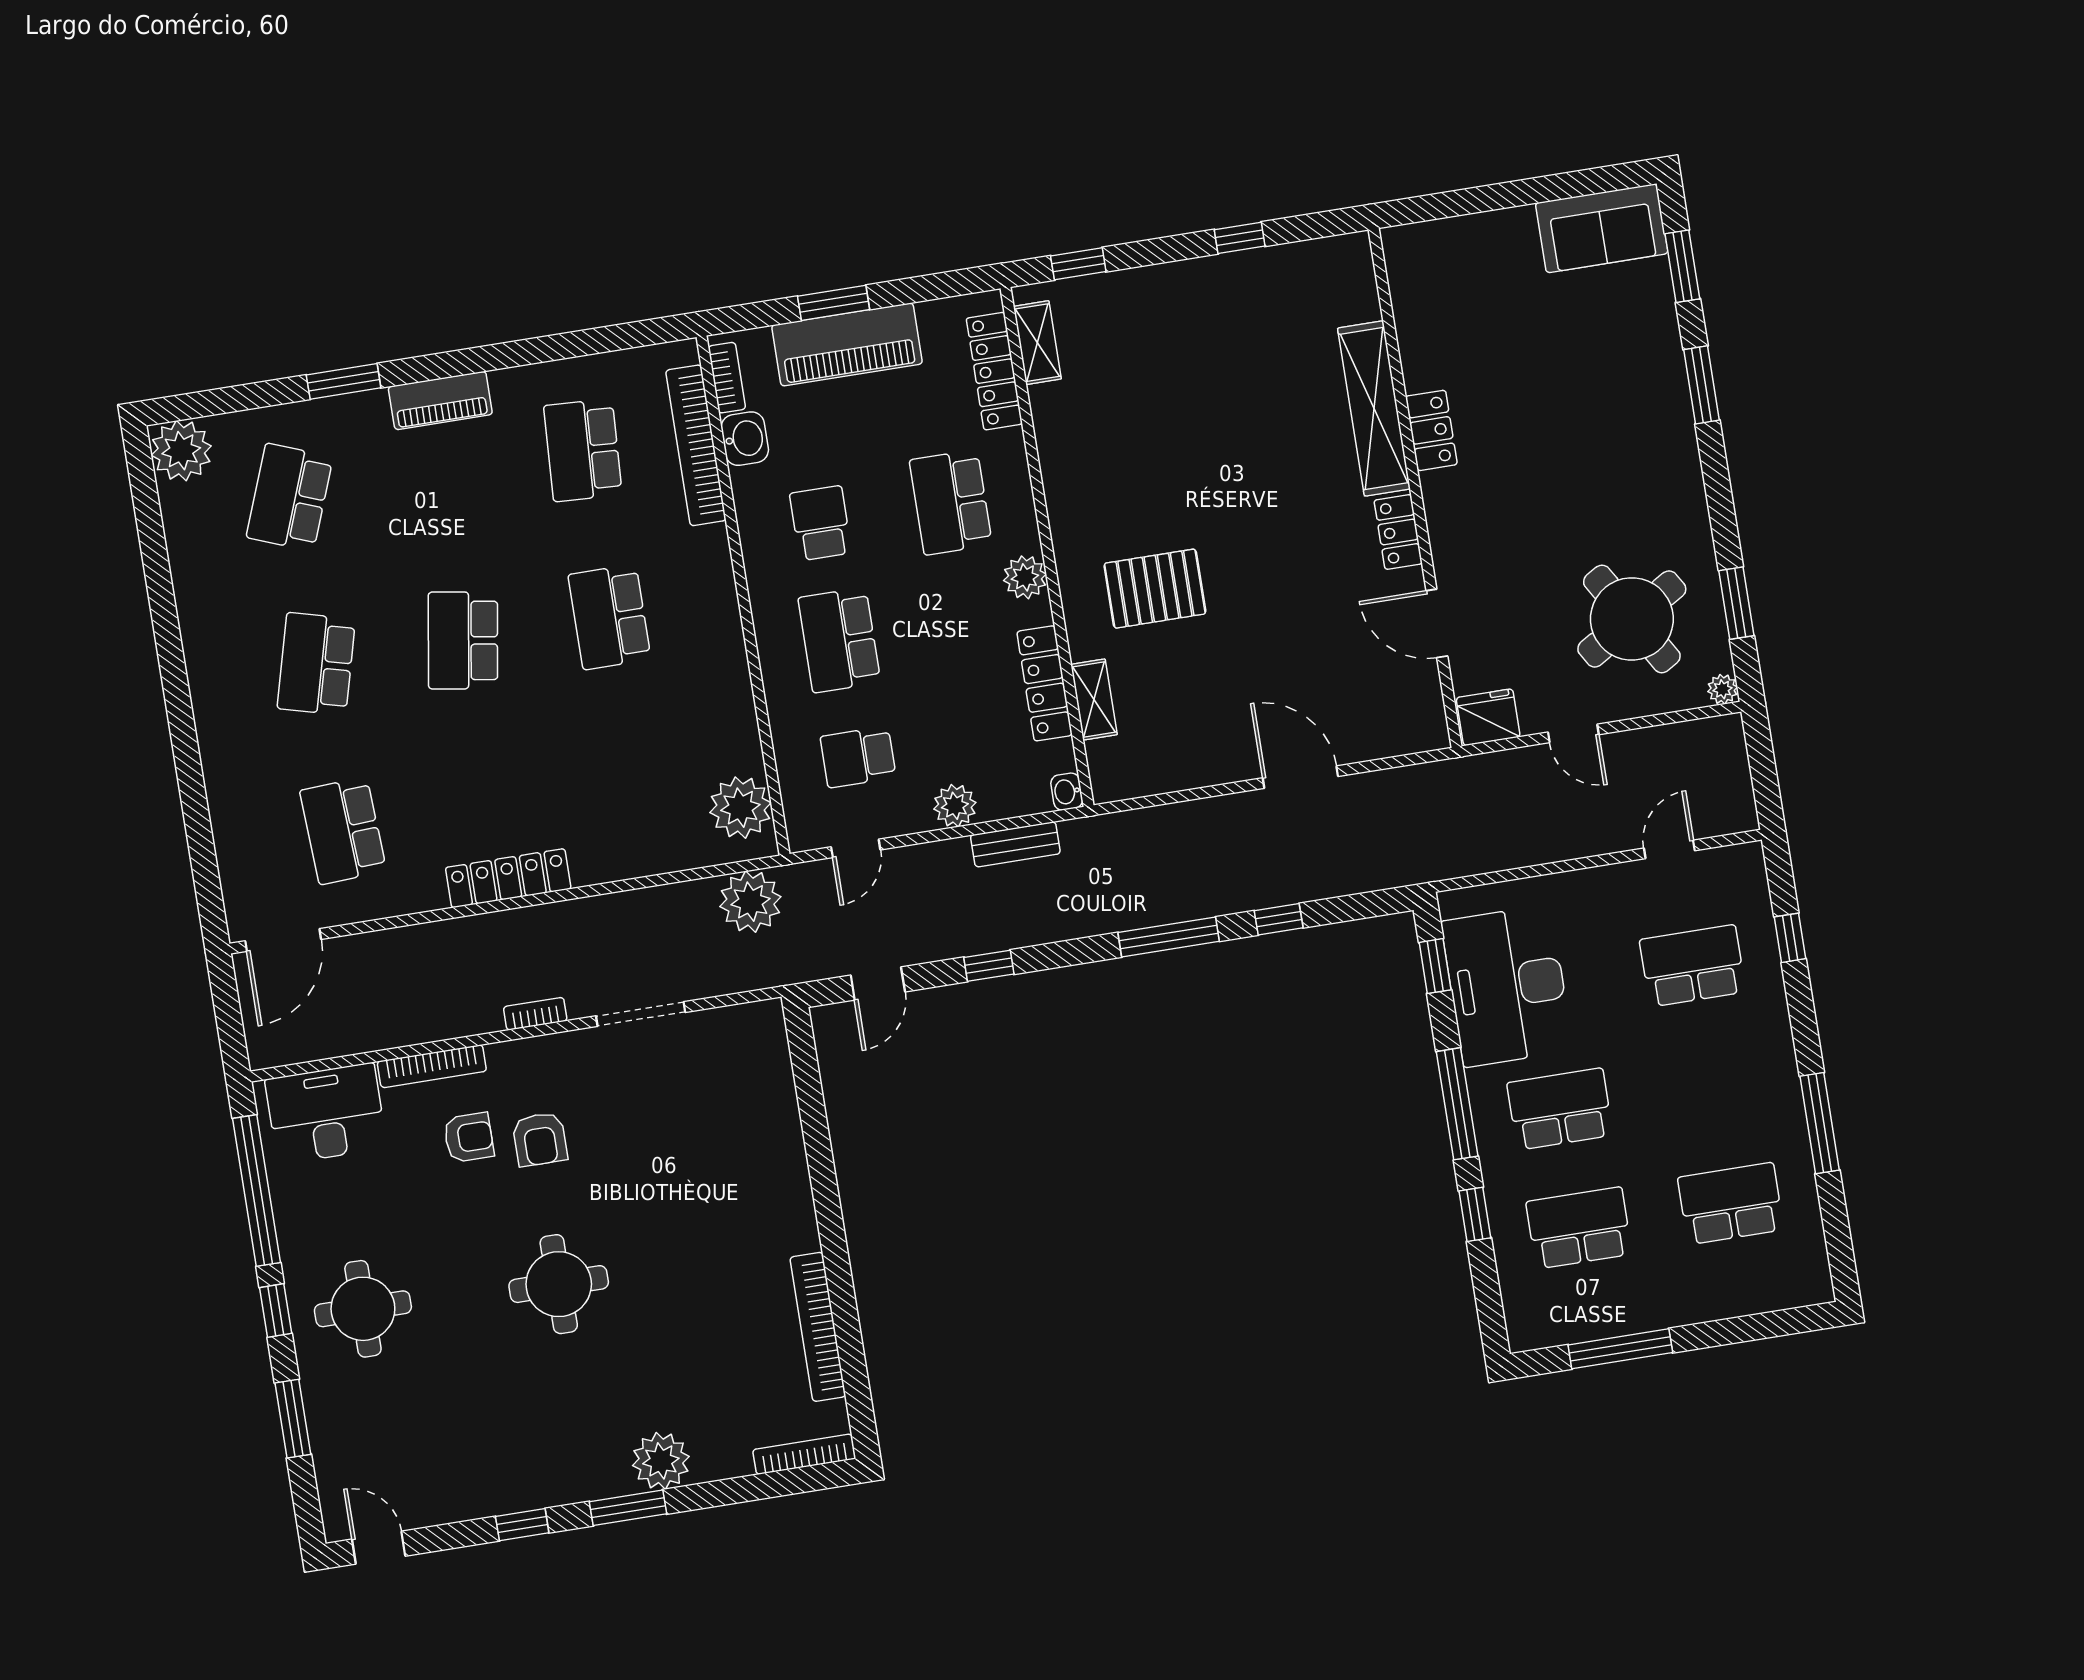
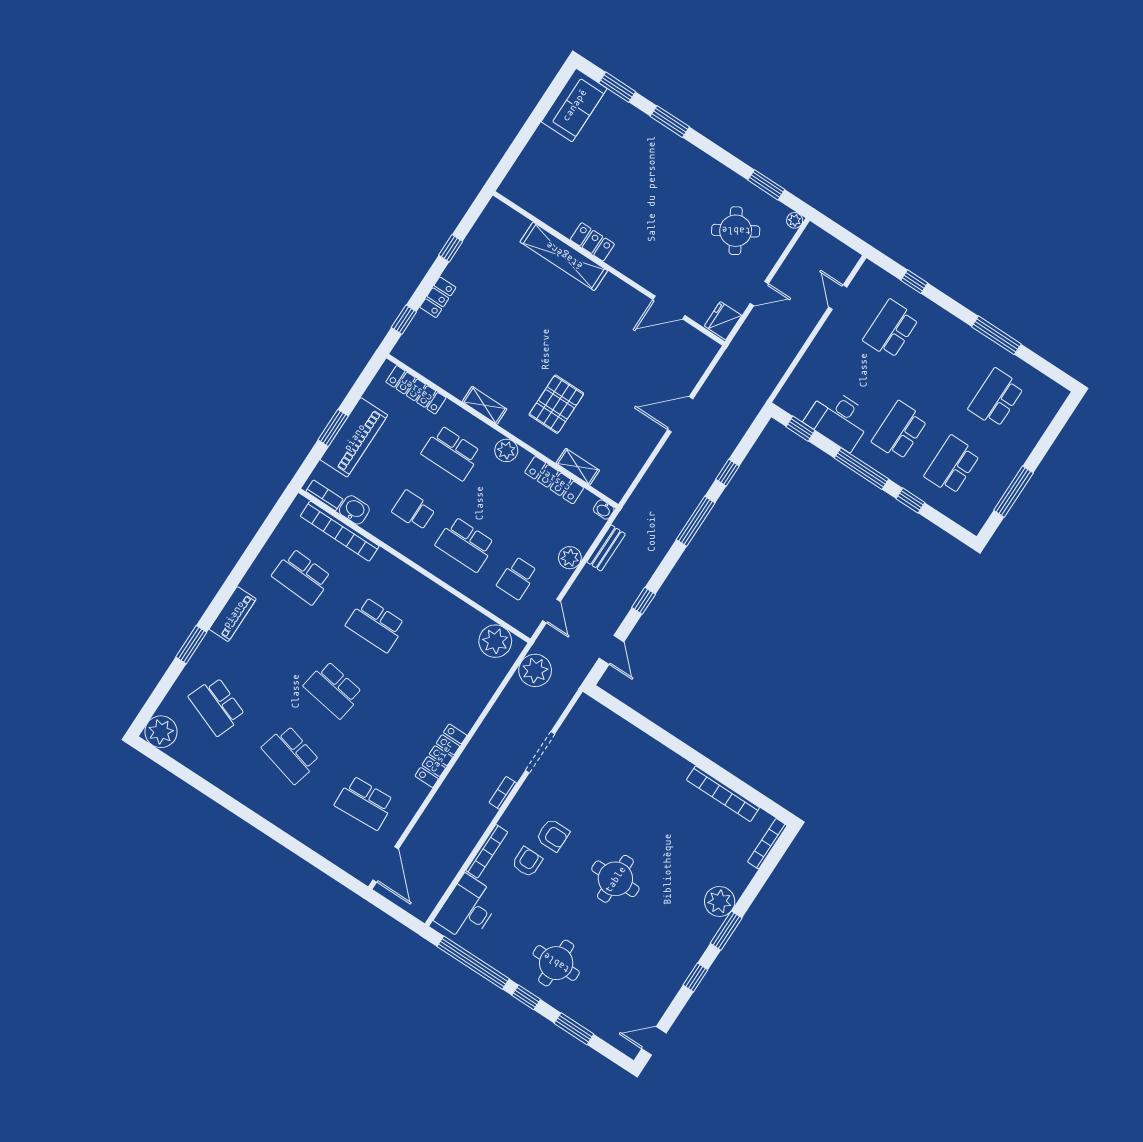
shelving: (1037, 343) -> (484, 405), moved
locker: (1398, 532) -> (438, 297), moved, turned -90
round table: (1632, 619) -> (736, 231), width x0.73, depth x0.73
desk: (1507, 986) -> (838, 419), width x0.73, depth x0.77

